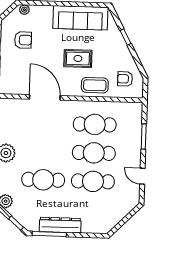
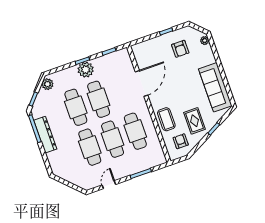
rug: (78, 58) -> (195, 121), moved
cafe table: (44, 151) -> (99, 99), added

